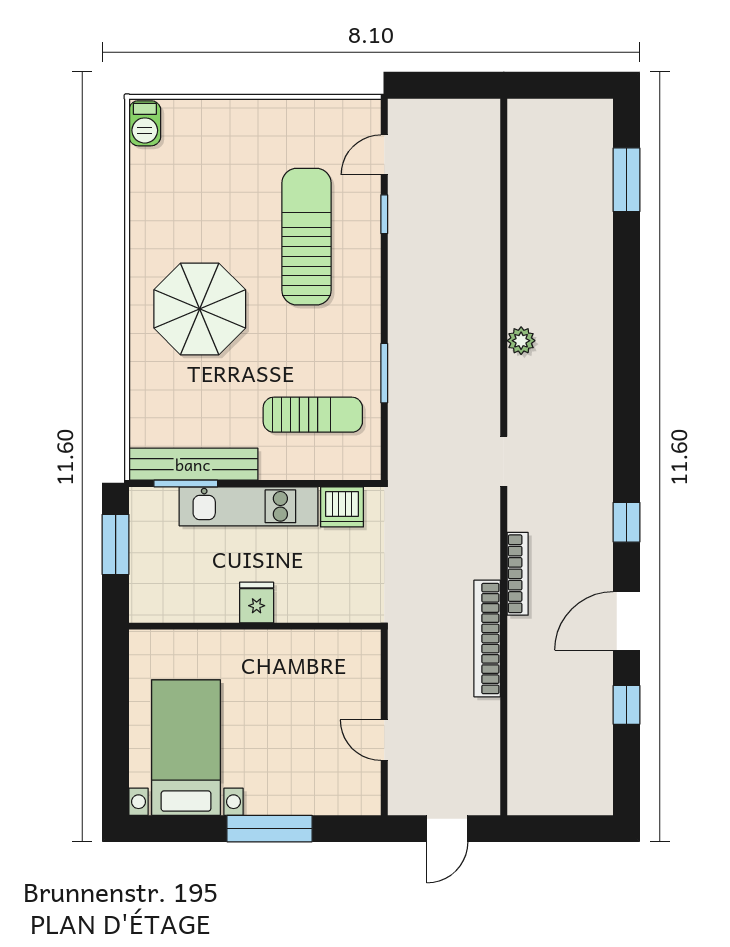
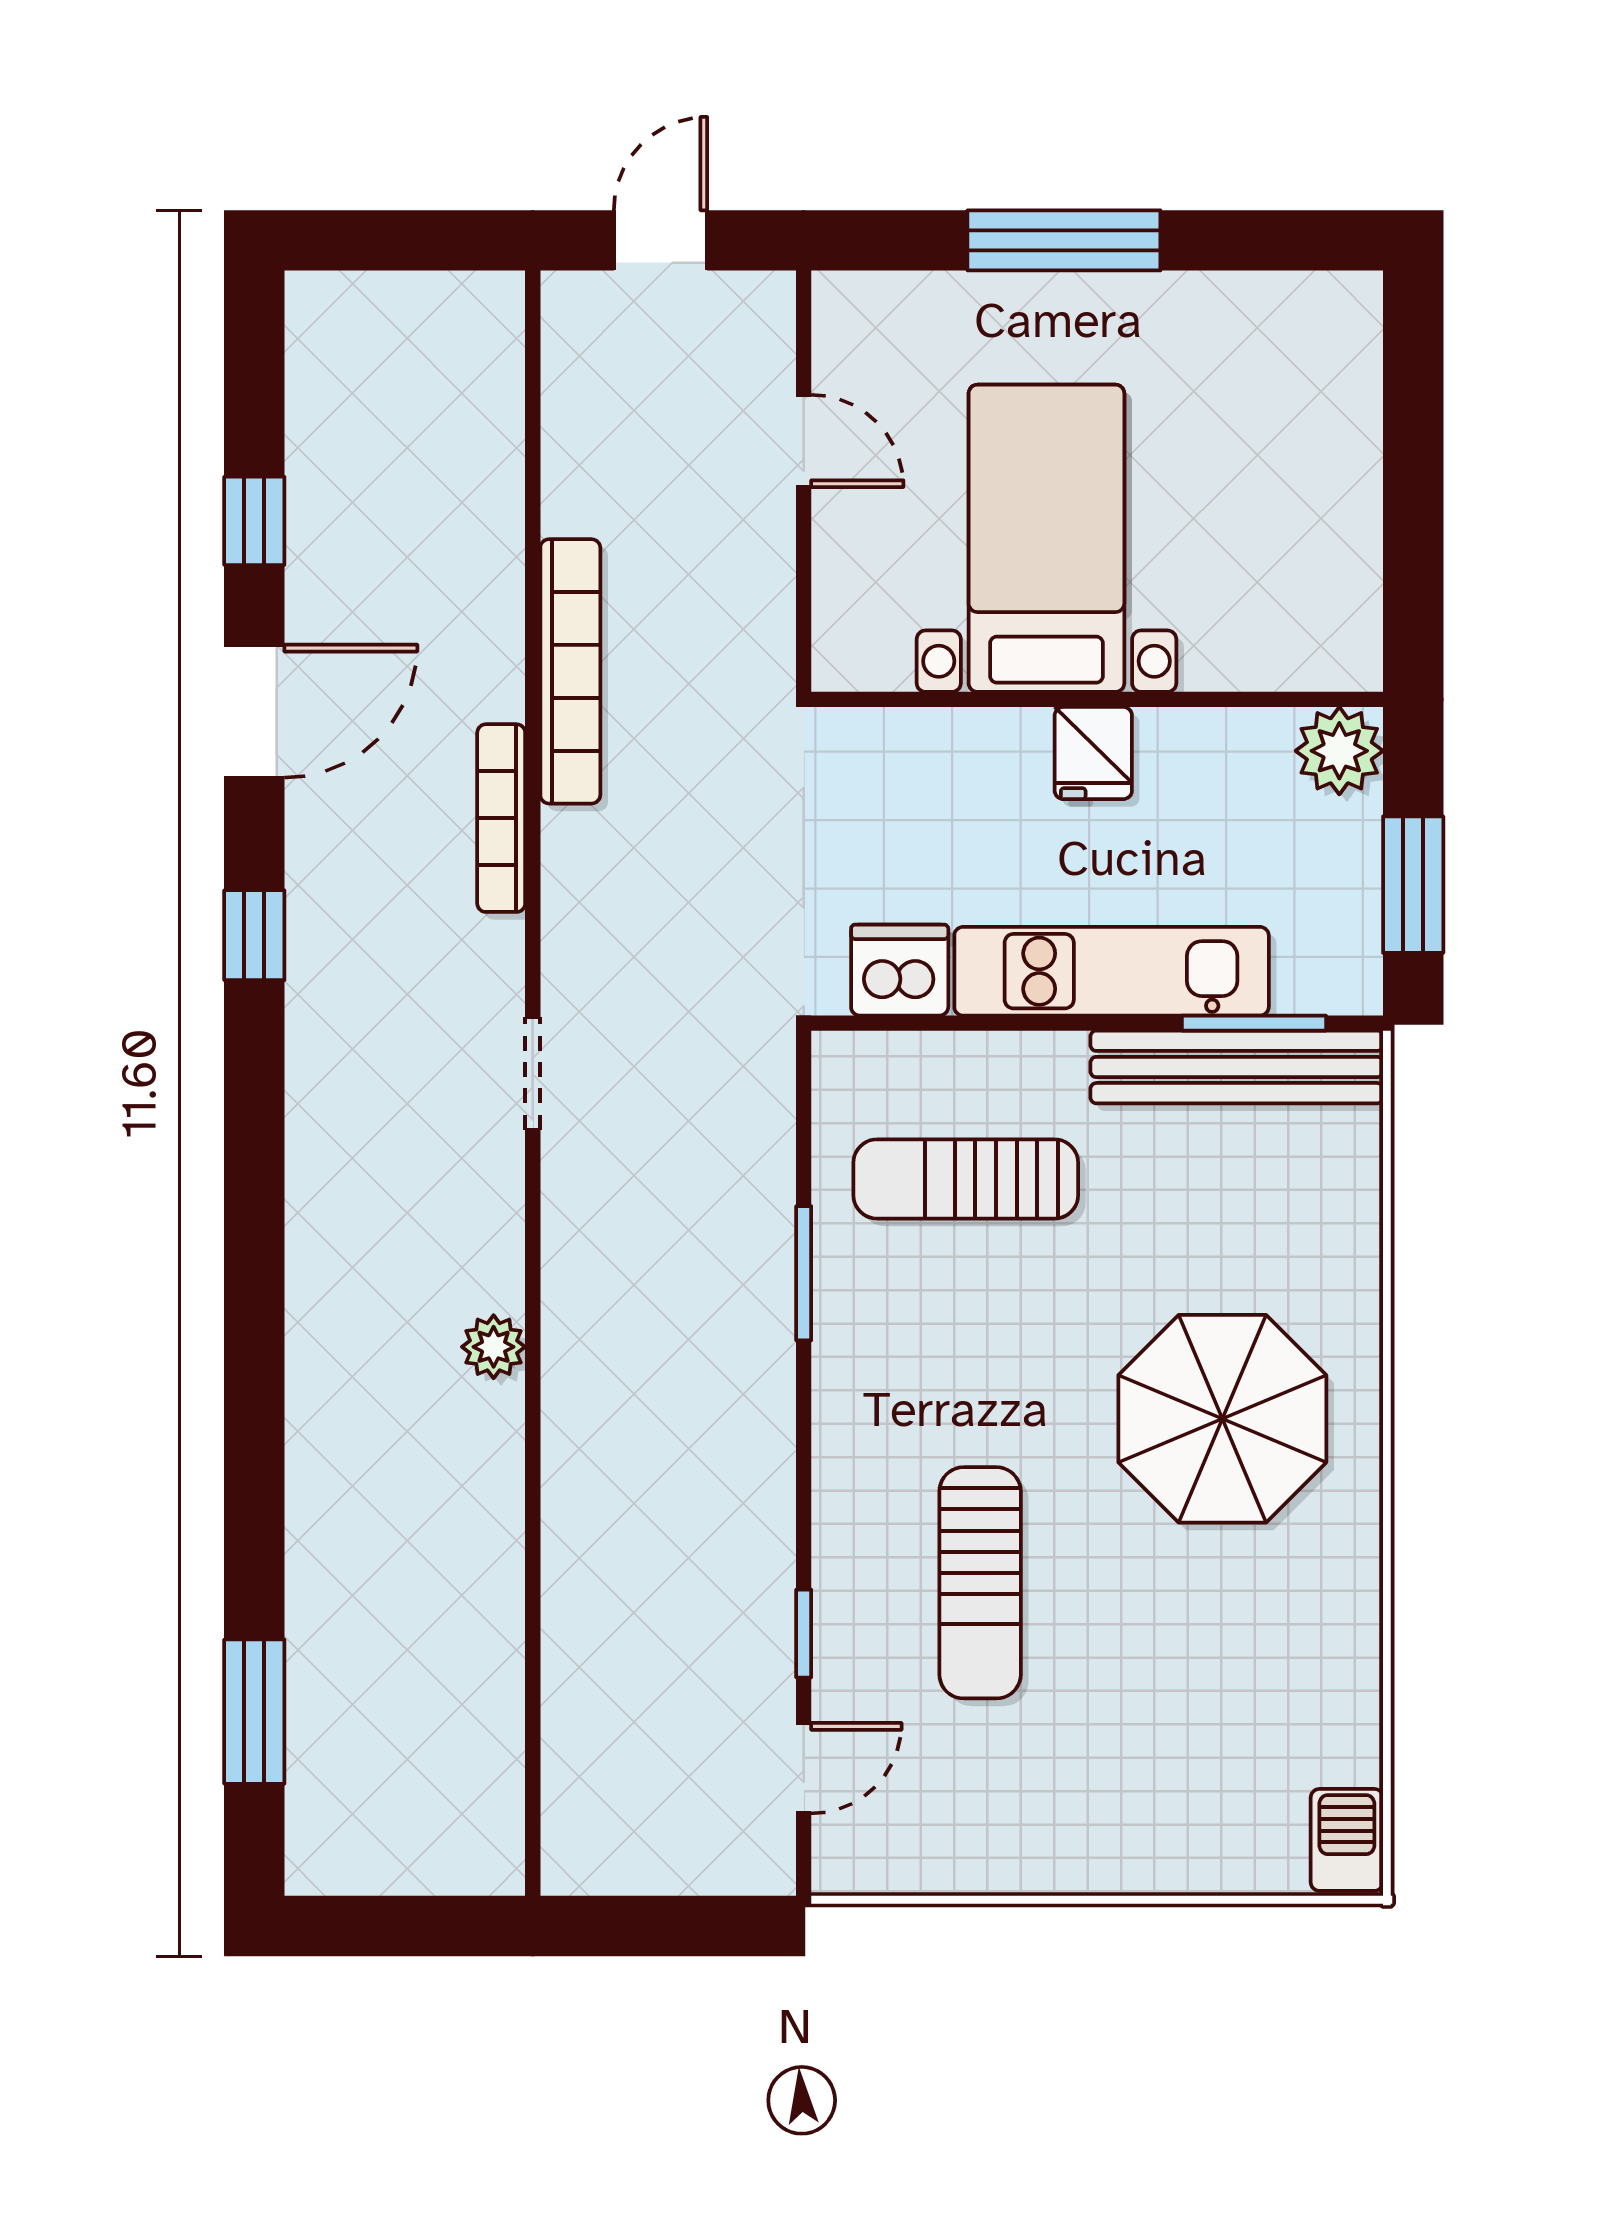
sun lounger: (306, 237) -> (980, 1583), width x0.73, depth x0.75
plant: (148, 603) -> (1339, 751), added
bed with nightstands: (186, 748) -> (1046, 538), moved, turned 180

